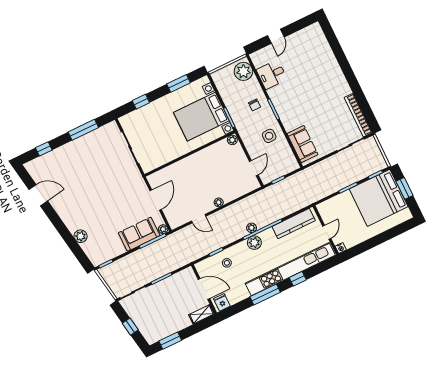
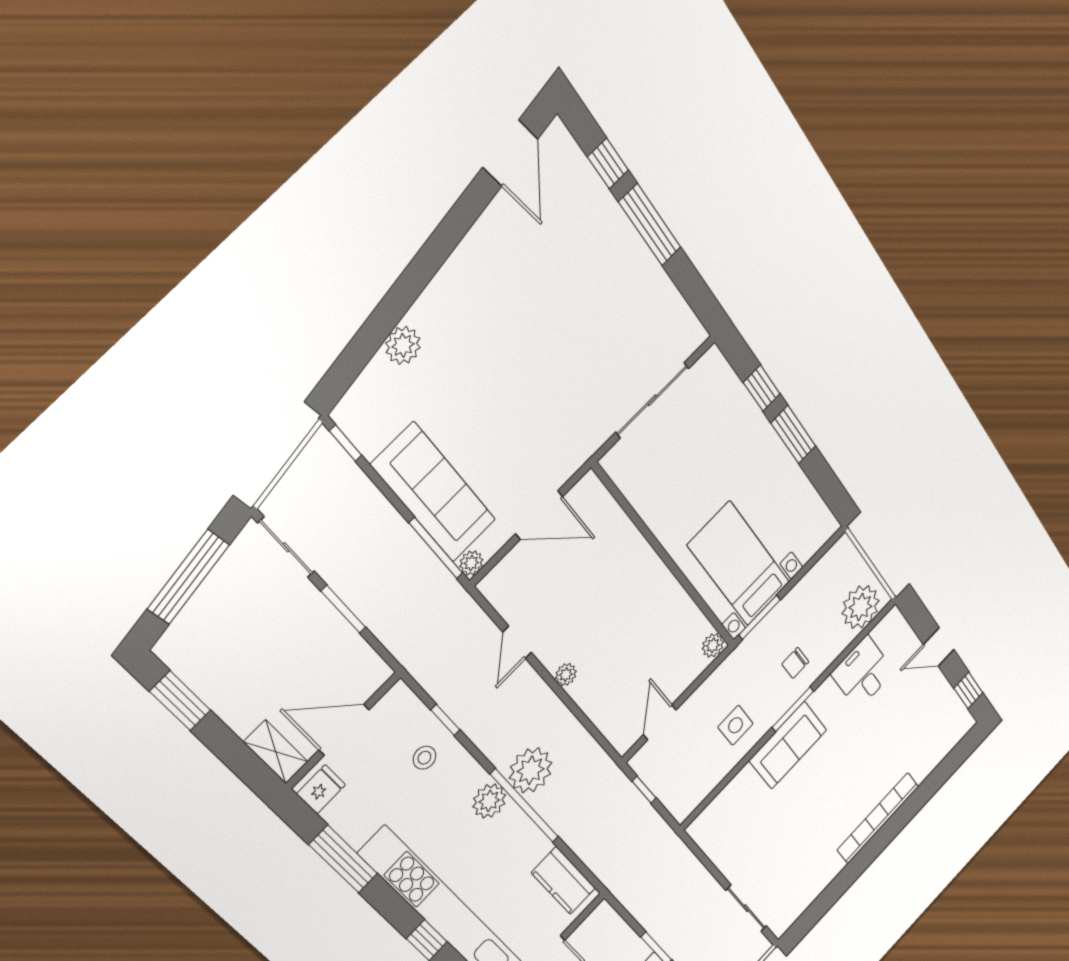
window: (301, 24) -> (968, 690), added
window: (179, 83) -> (793, 435), moved
bookcase: (358, 115) -> (878, 818), moved
bed with nightstands: (201, 117) -> (739, 564), width x0.73
window: (83, 130) -> (650, 225), moved
sofa: (303, 144) -> (788, 745), moved
door: (254, 168) -> (660, 722), swing flipped
door: (38, 195) -> (510, 153), moved
kitchen counter: (294, 224) -> (563, 880), width x0.67
plant: (252, 228) -> (531, 770), width x1.87, depth x1.87
sofa: (139, 234) -> (434, 492), width x1.36
door: (204, 289) -> (344, 730), swing flipped
window: (265, 295) -> (343, 859), moved
window: (130, 327) -> (188, 577), width x2.17

